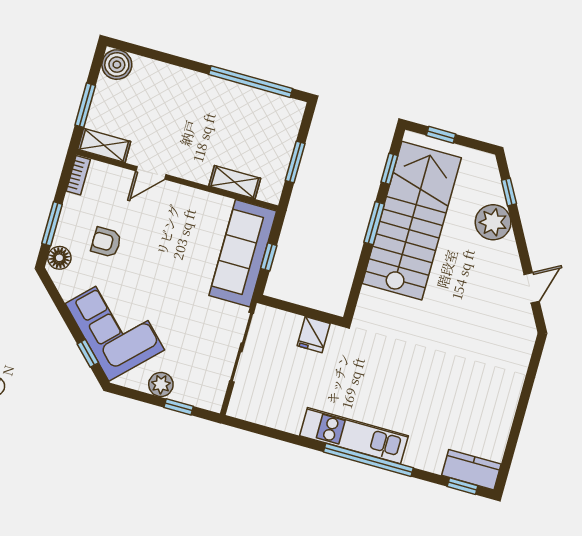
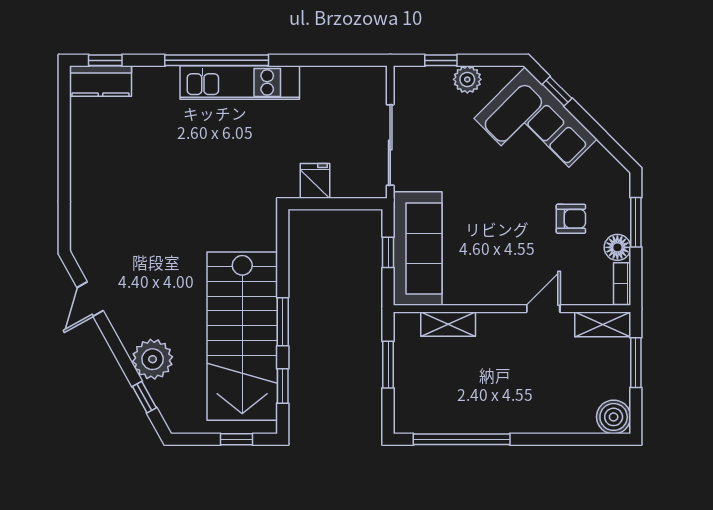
floor lamp: (59, 258) -> (617, 247), moved

